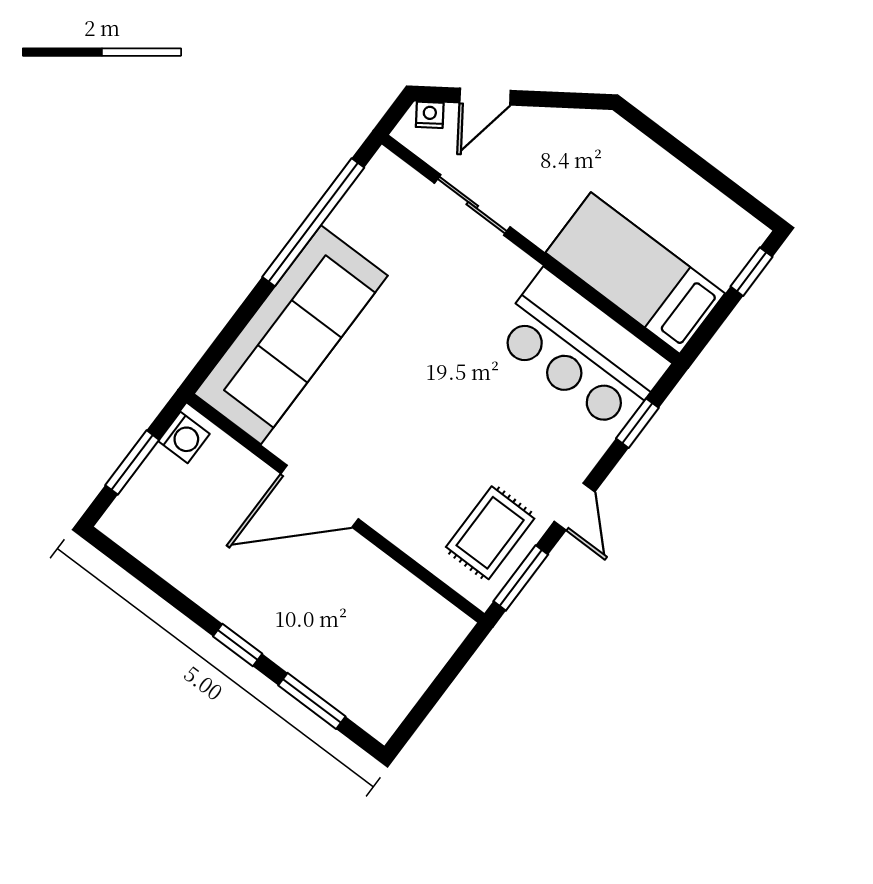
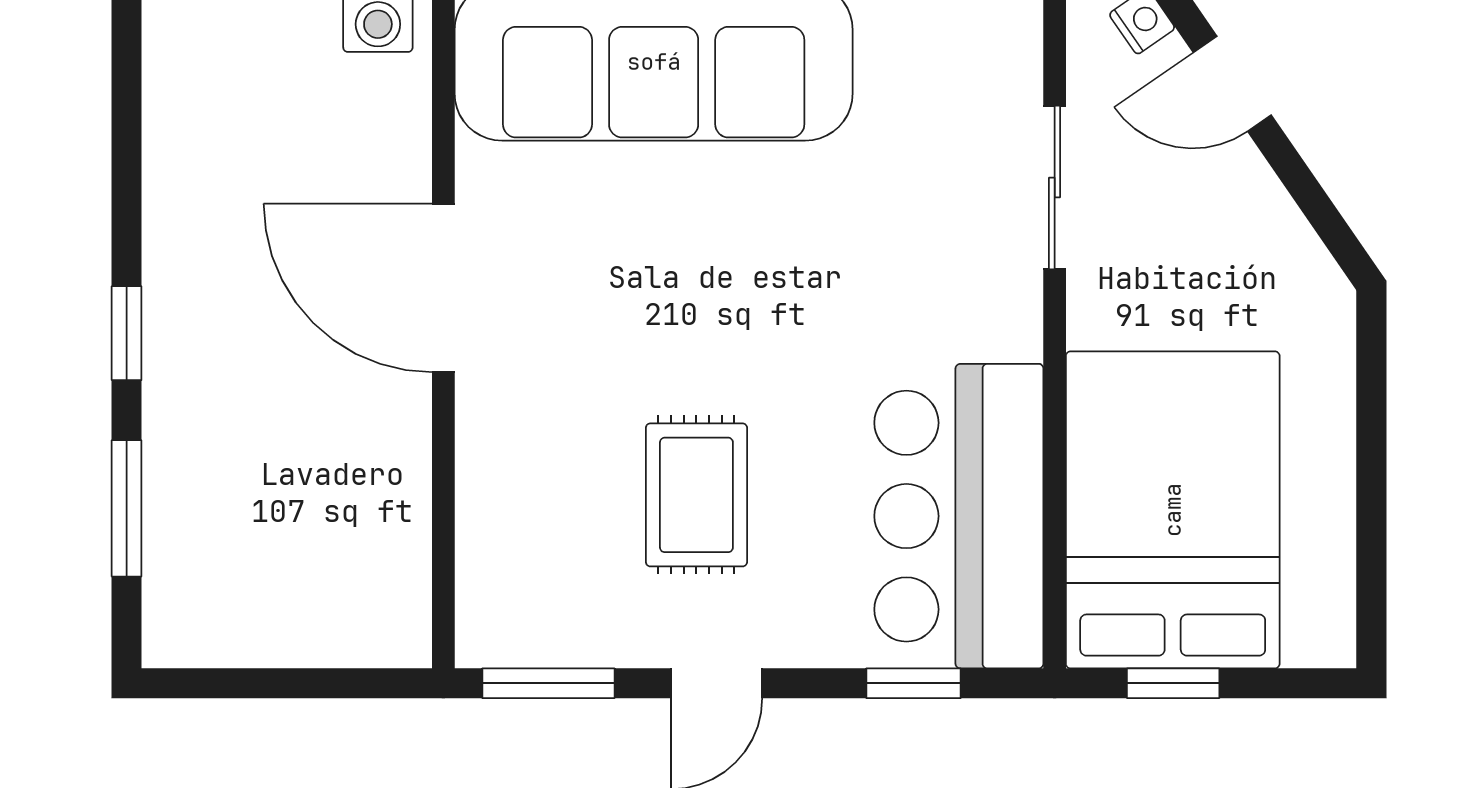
window: (752, 272) -> (1173, 683), moved
bed: (635, 273) -> (1173, 510), width x1.50
rug: (490, 533) -> (696, 495), moved, turned 90

